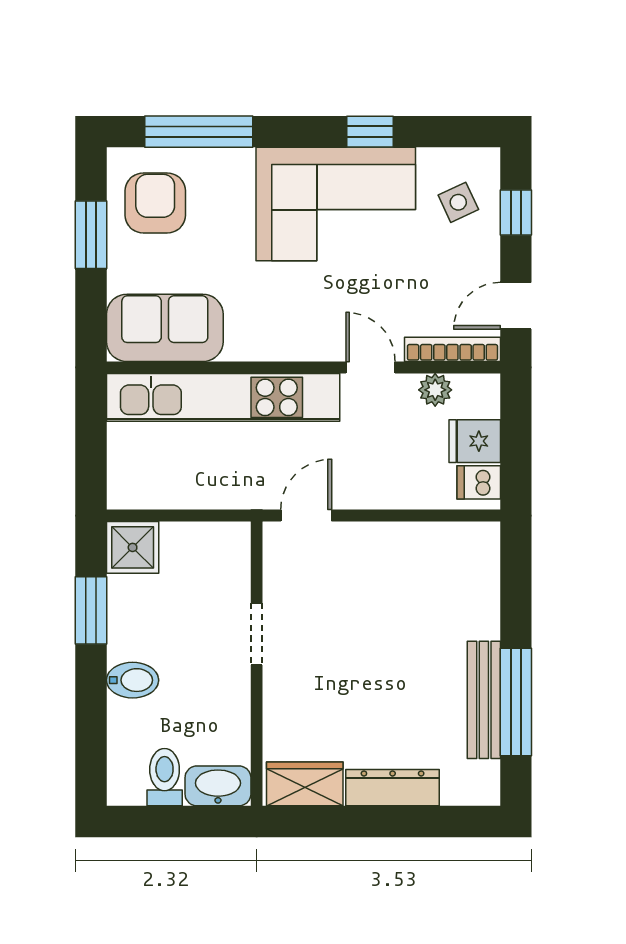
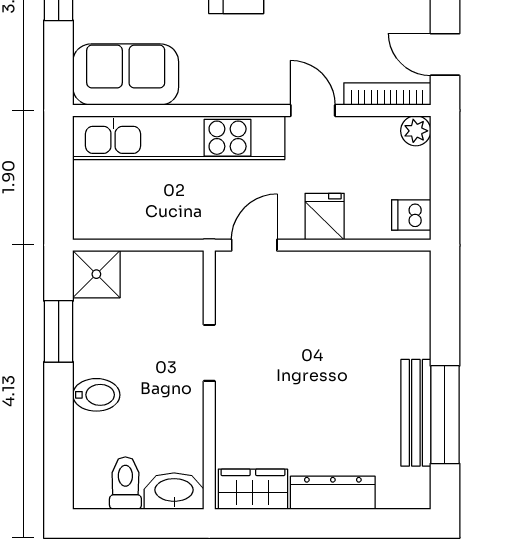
door: (516, 306) -> (445, 54), hinge flipped
plant: (435, 390) -> (416, 131), moved
fridge: (475, 441) -> (325, 217), moved, turned 90

